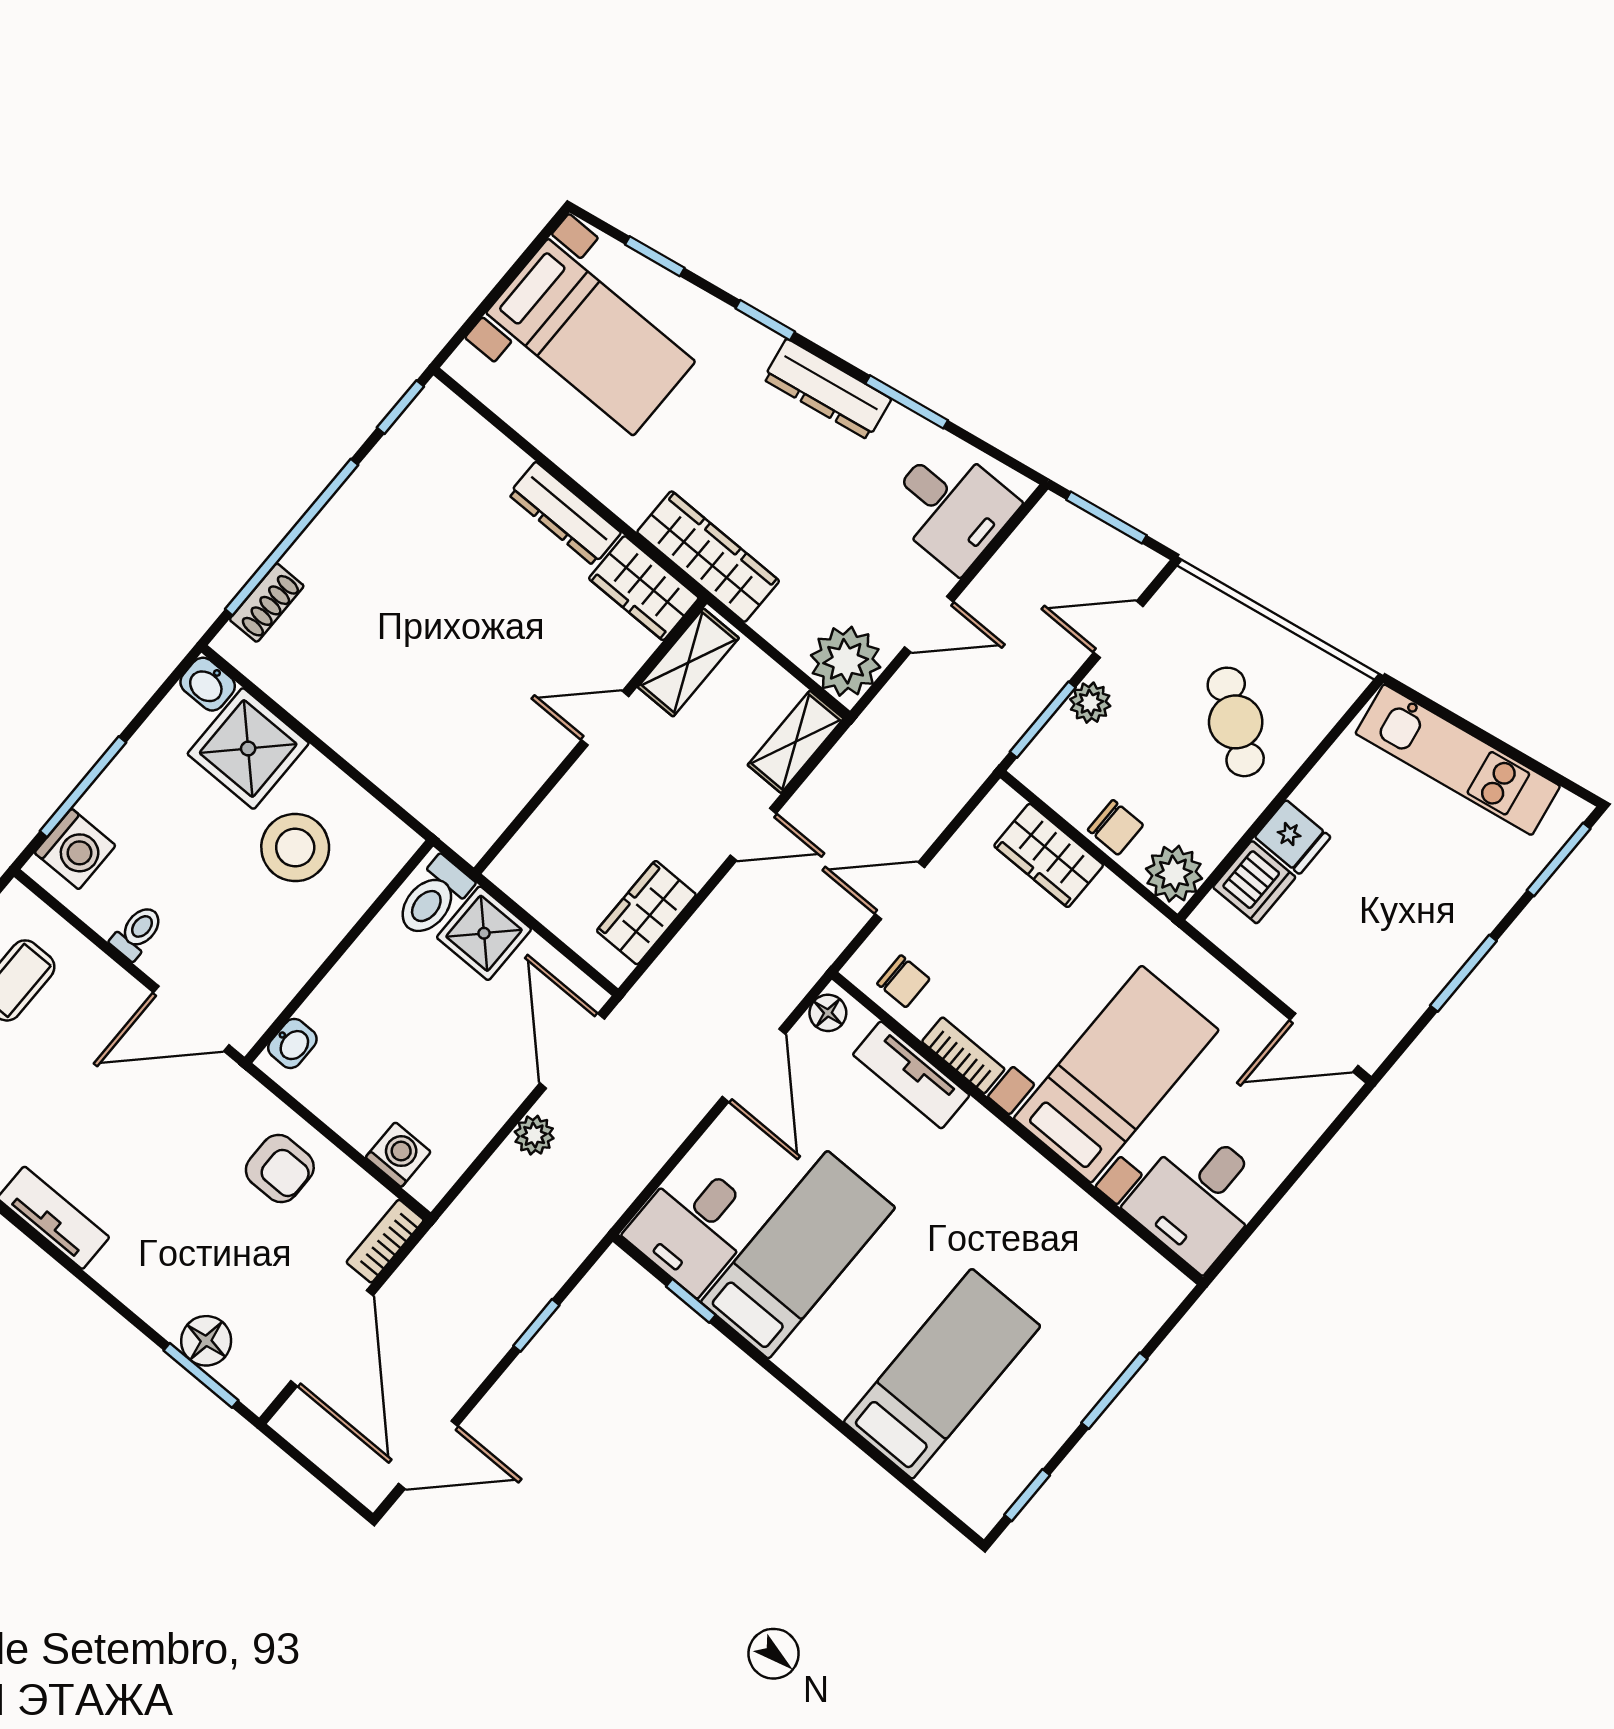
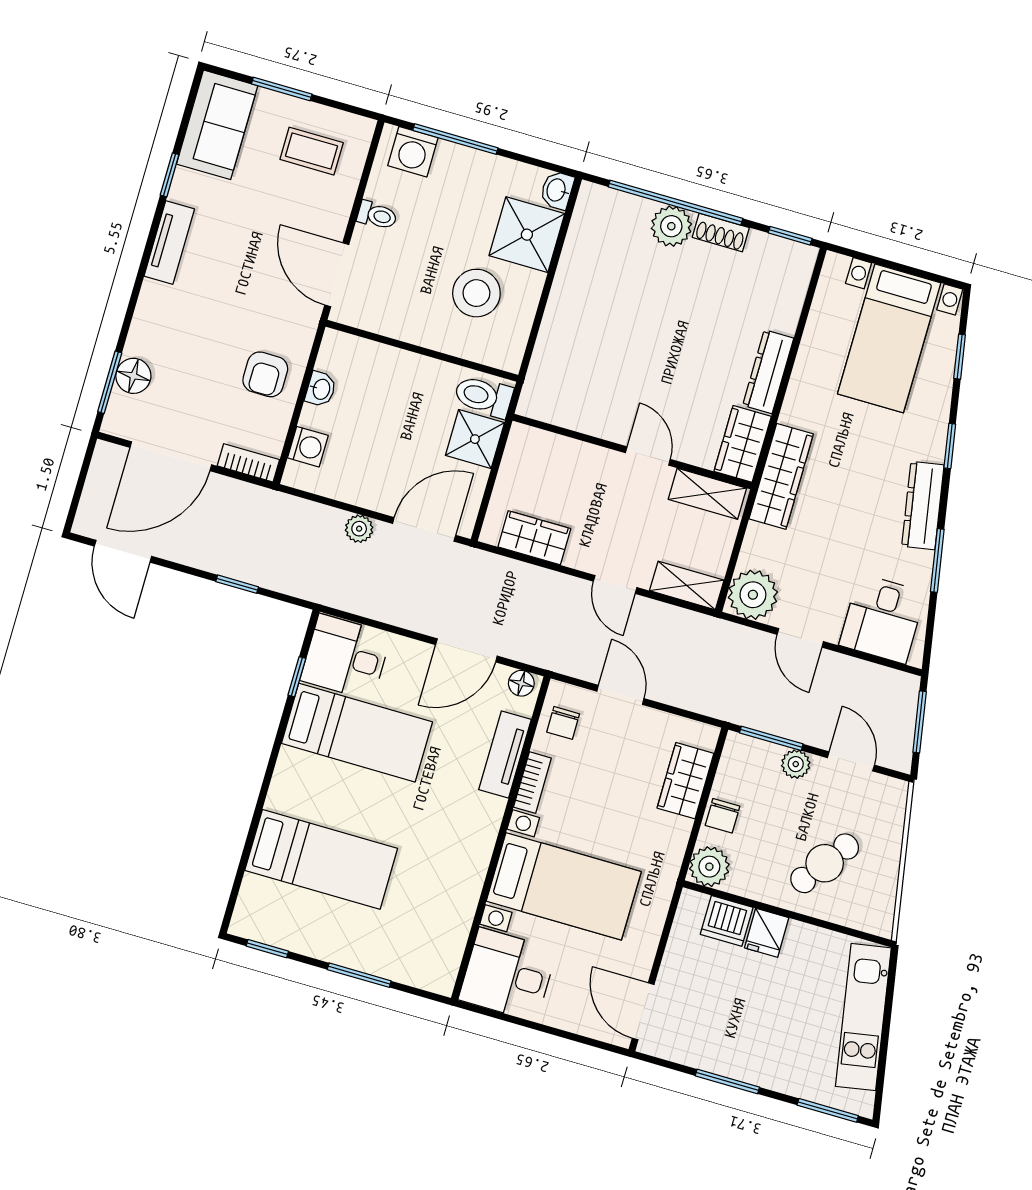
plant: (320, 556) -> (671, 226), added
shoe rack: (267, 603) -> (721, 232), moved
washbasin: (292, 1043) -> (321, 389), moved, turned -90

